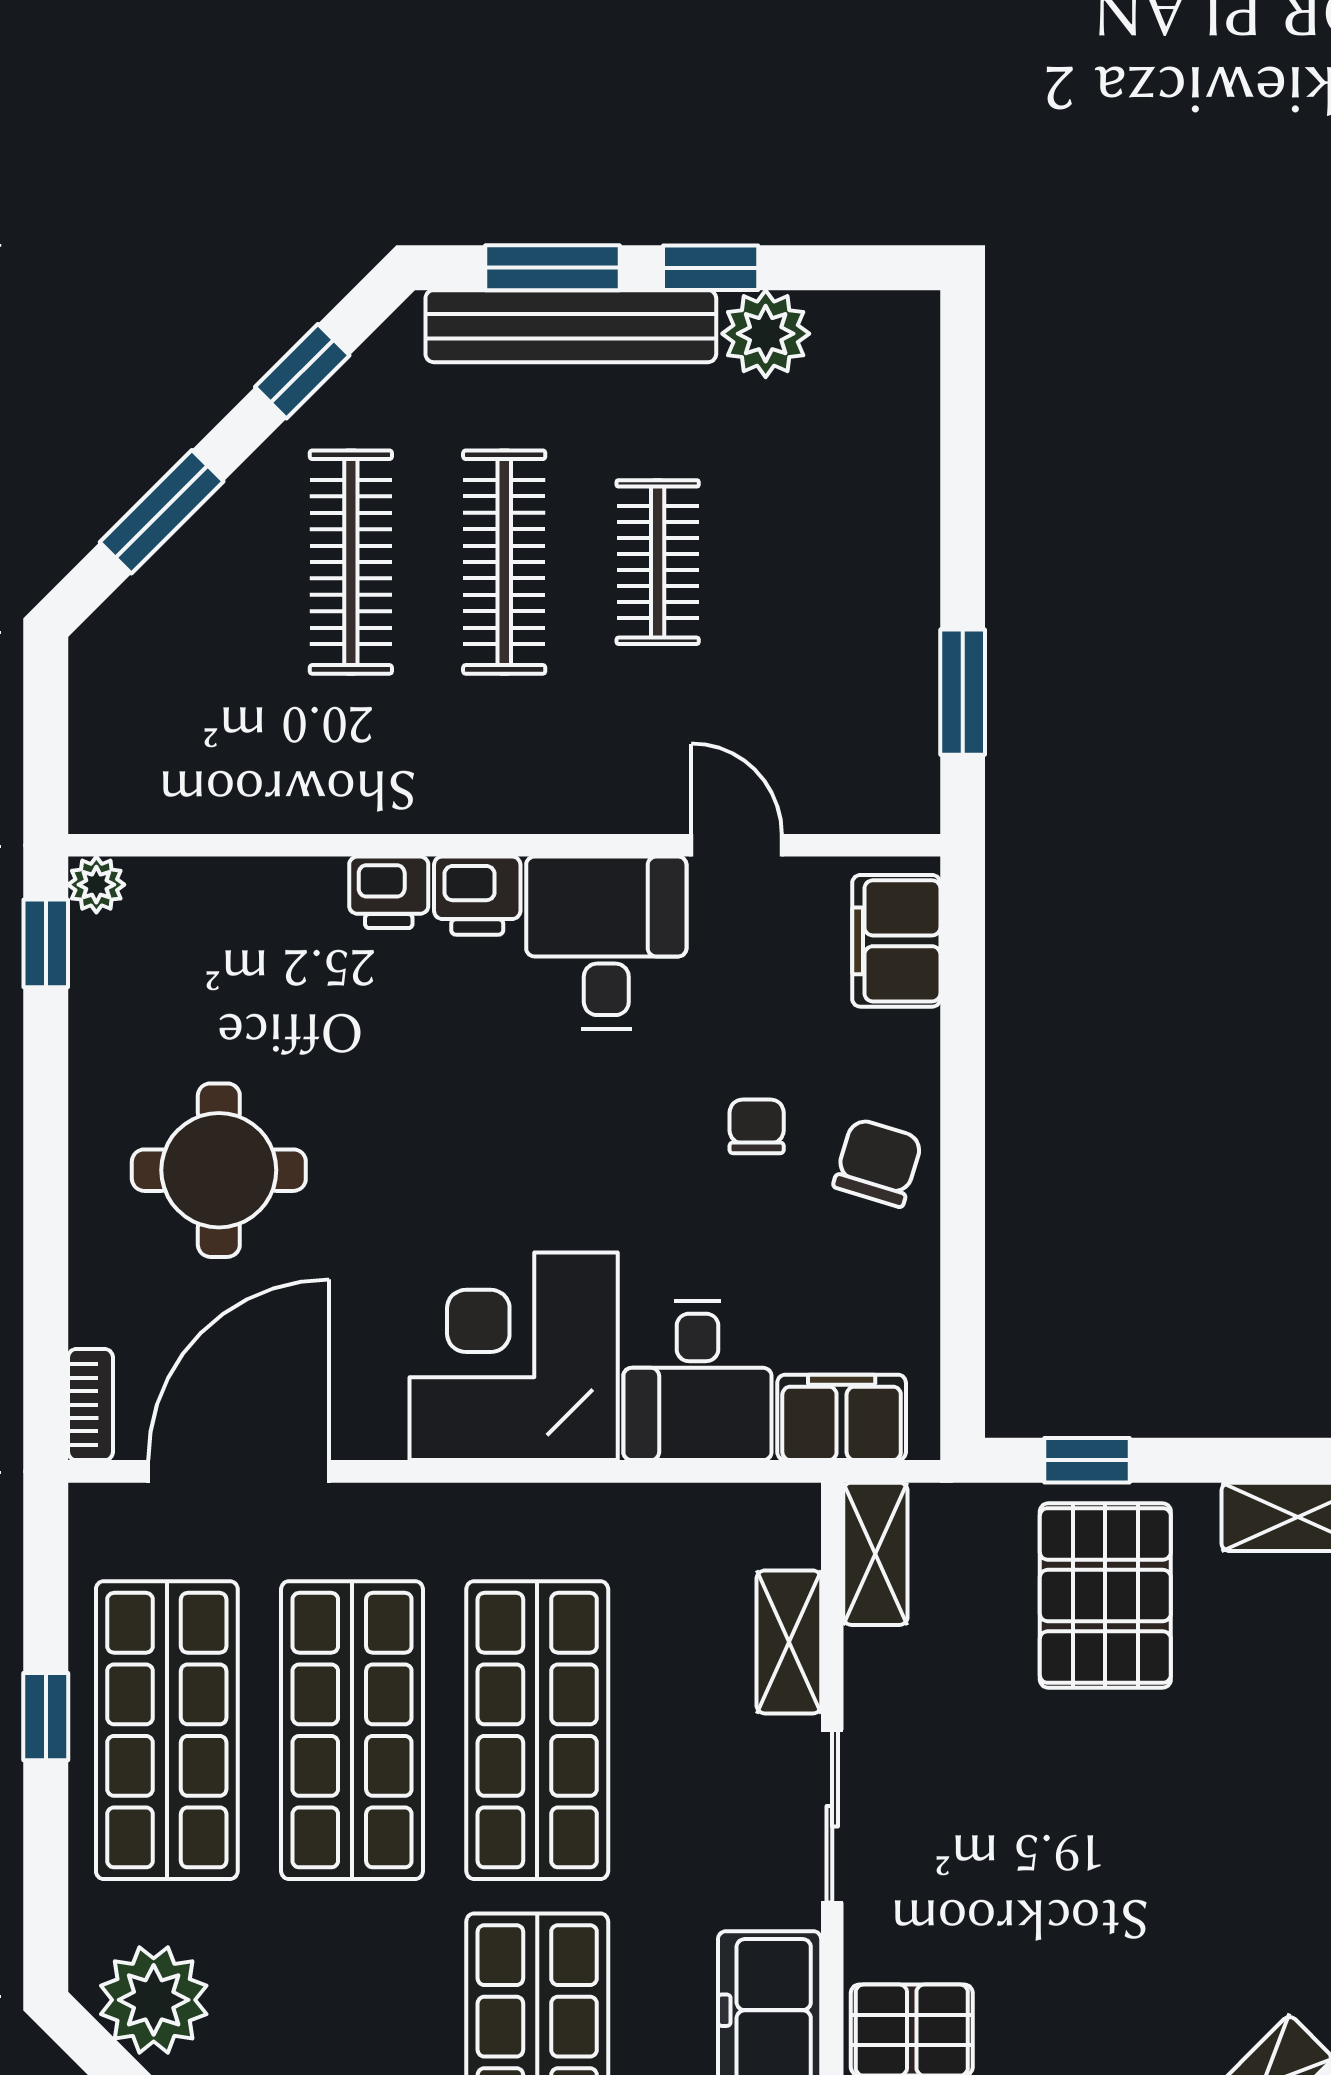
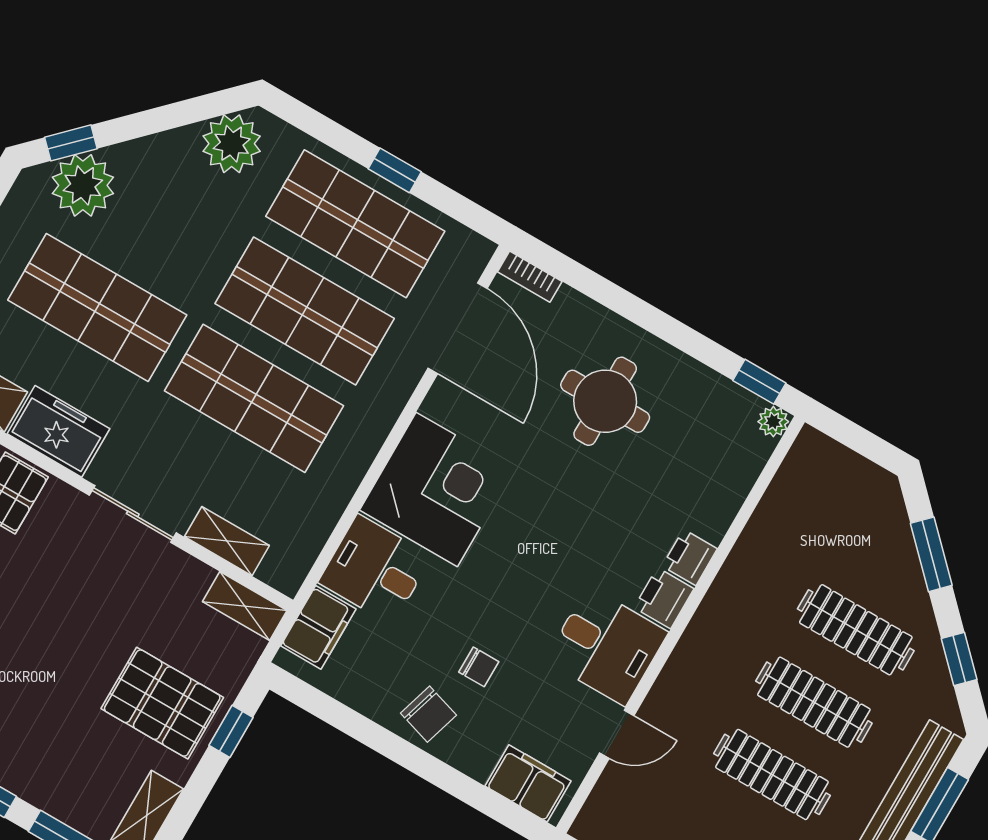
clothes rail: (658, 562) -> (772, 774), width x1.36

